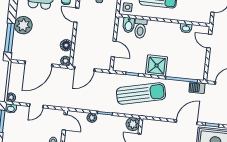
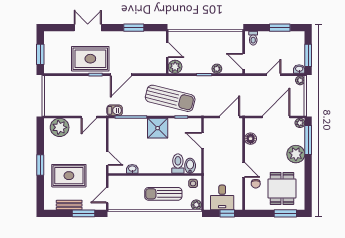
plant: (65, 61) -> (300, 123), moved
sun lounger: (141, 94) -> (170, 98), turned -153

